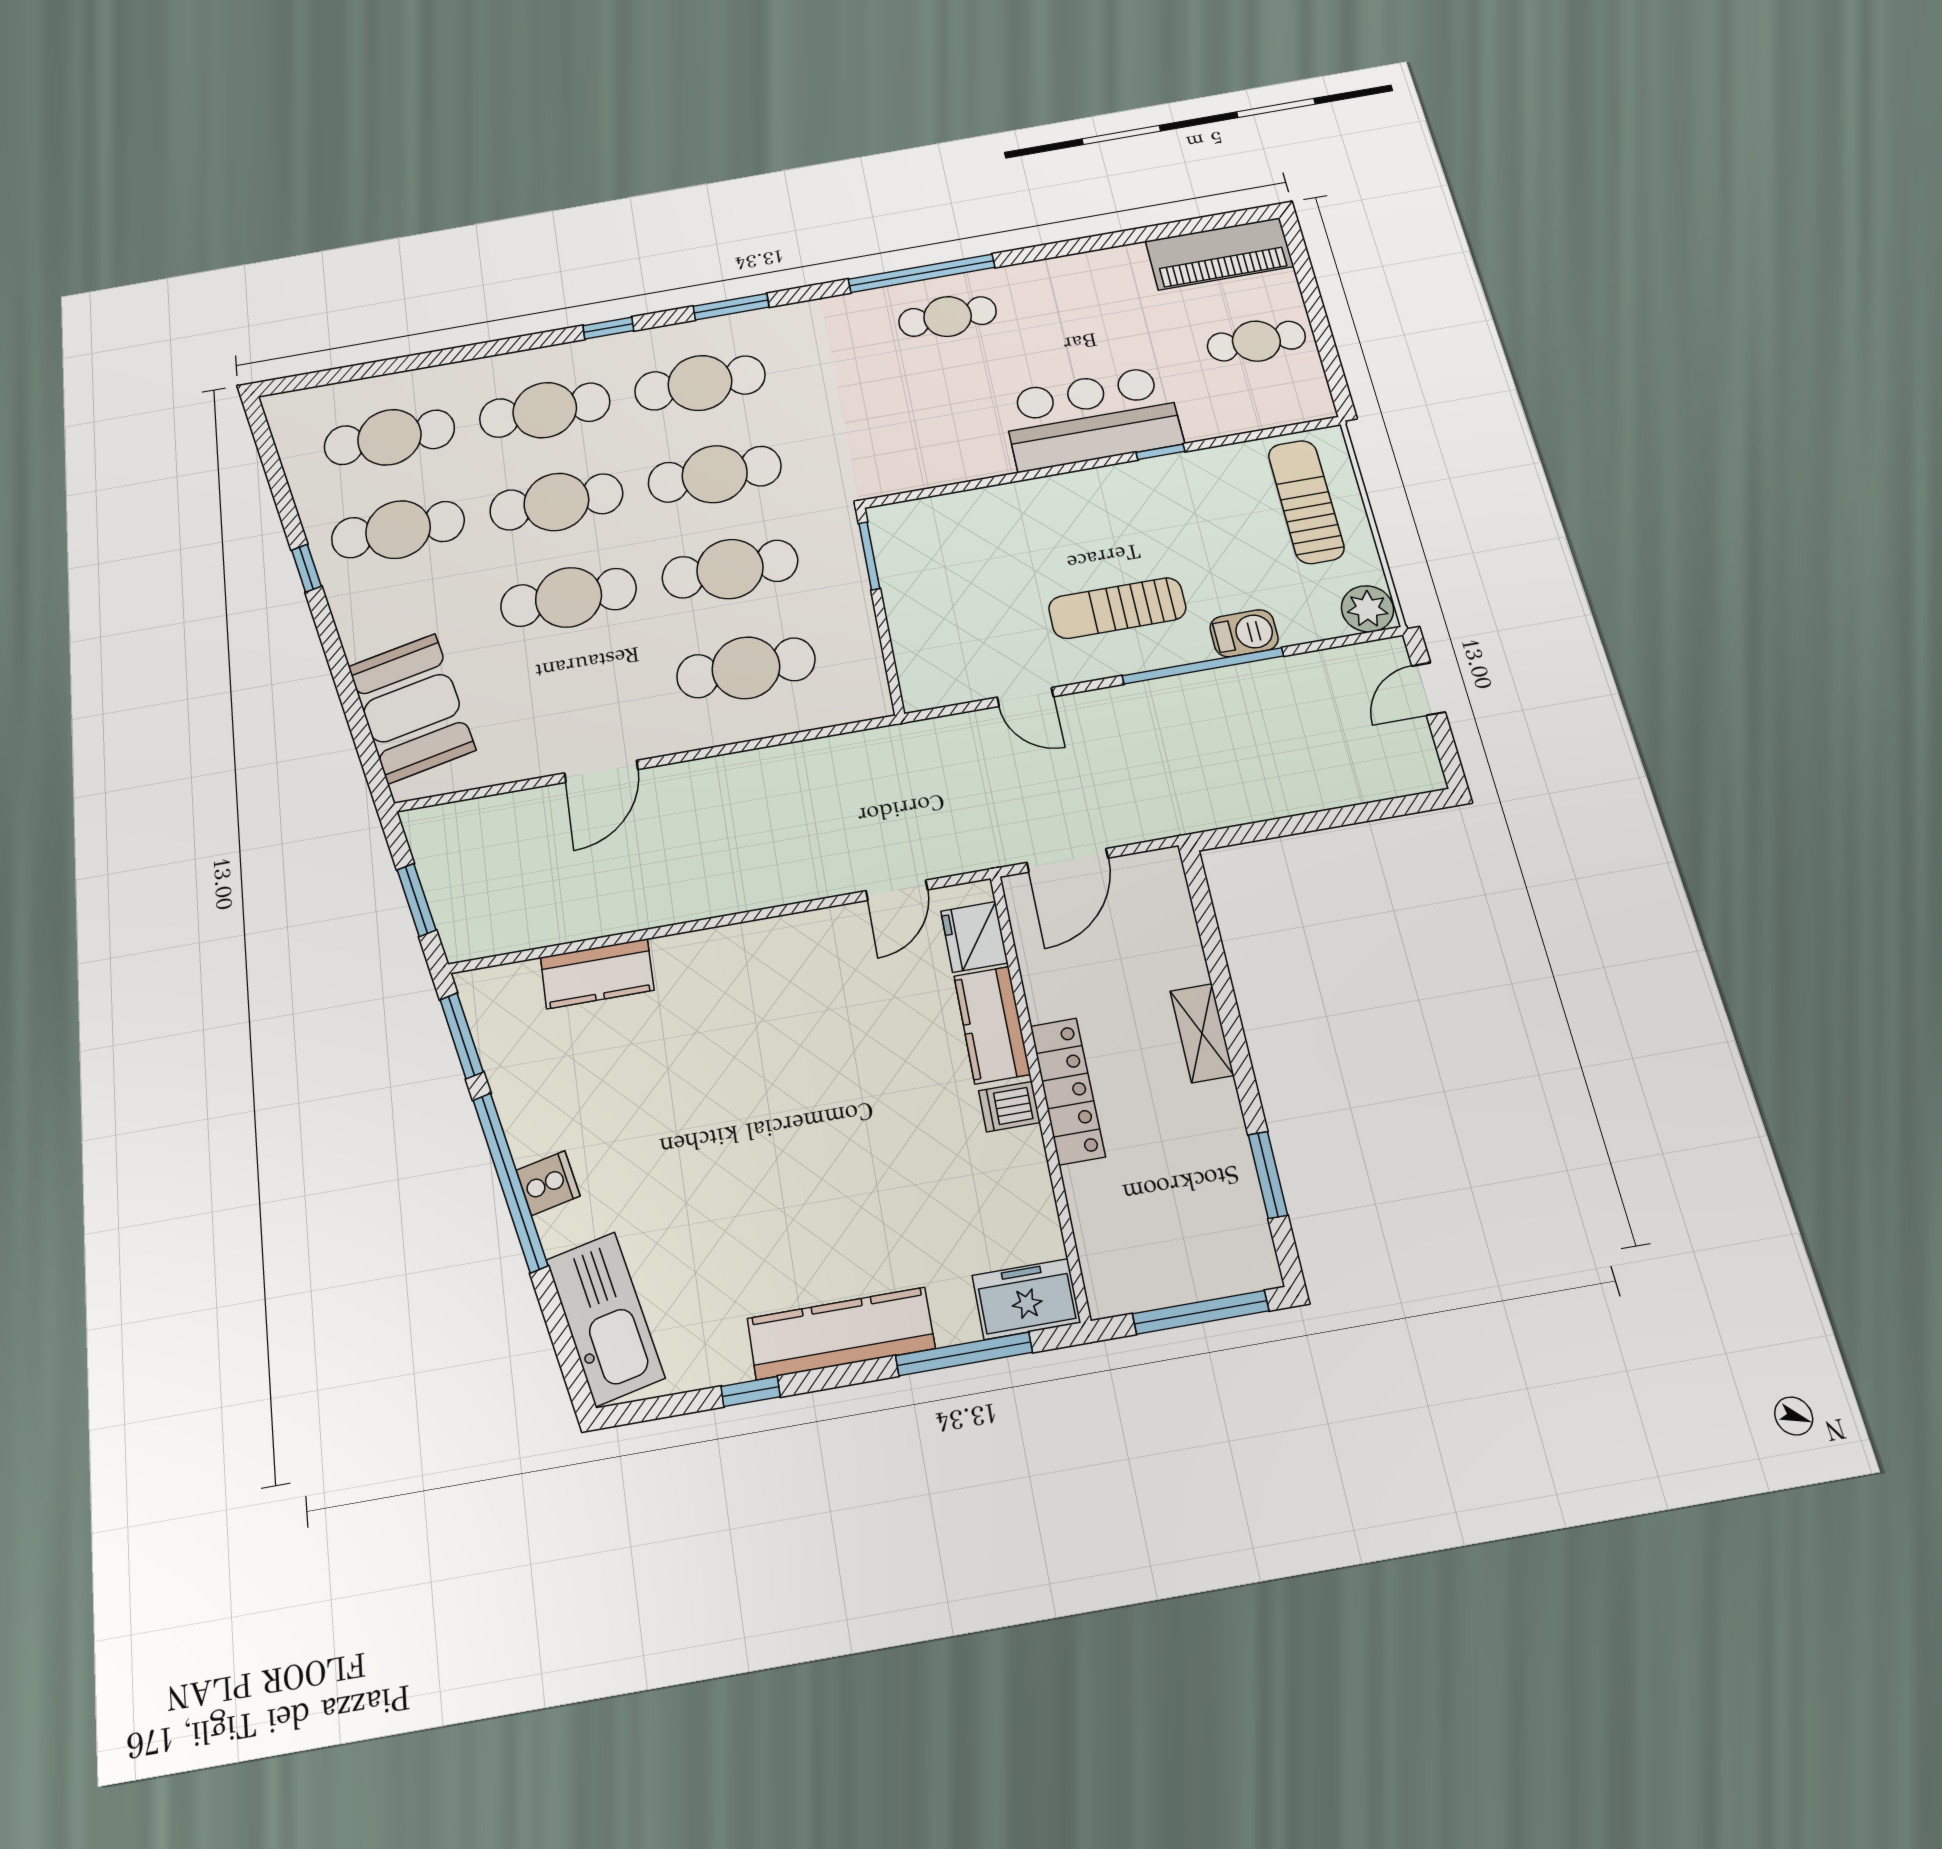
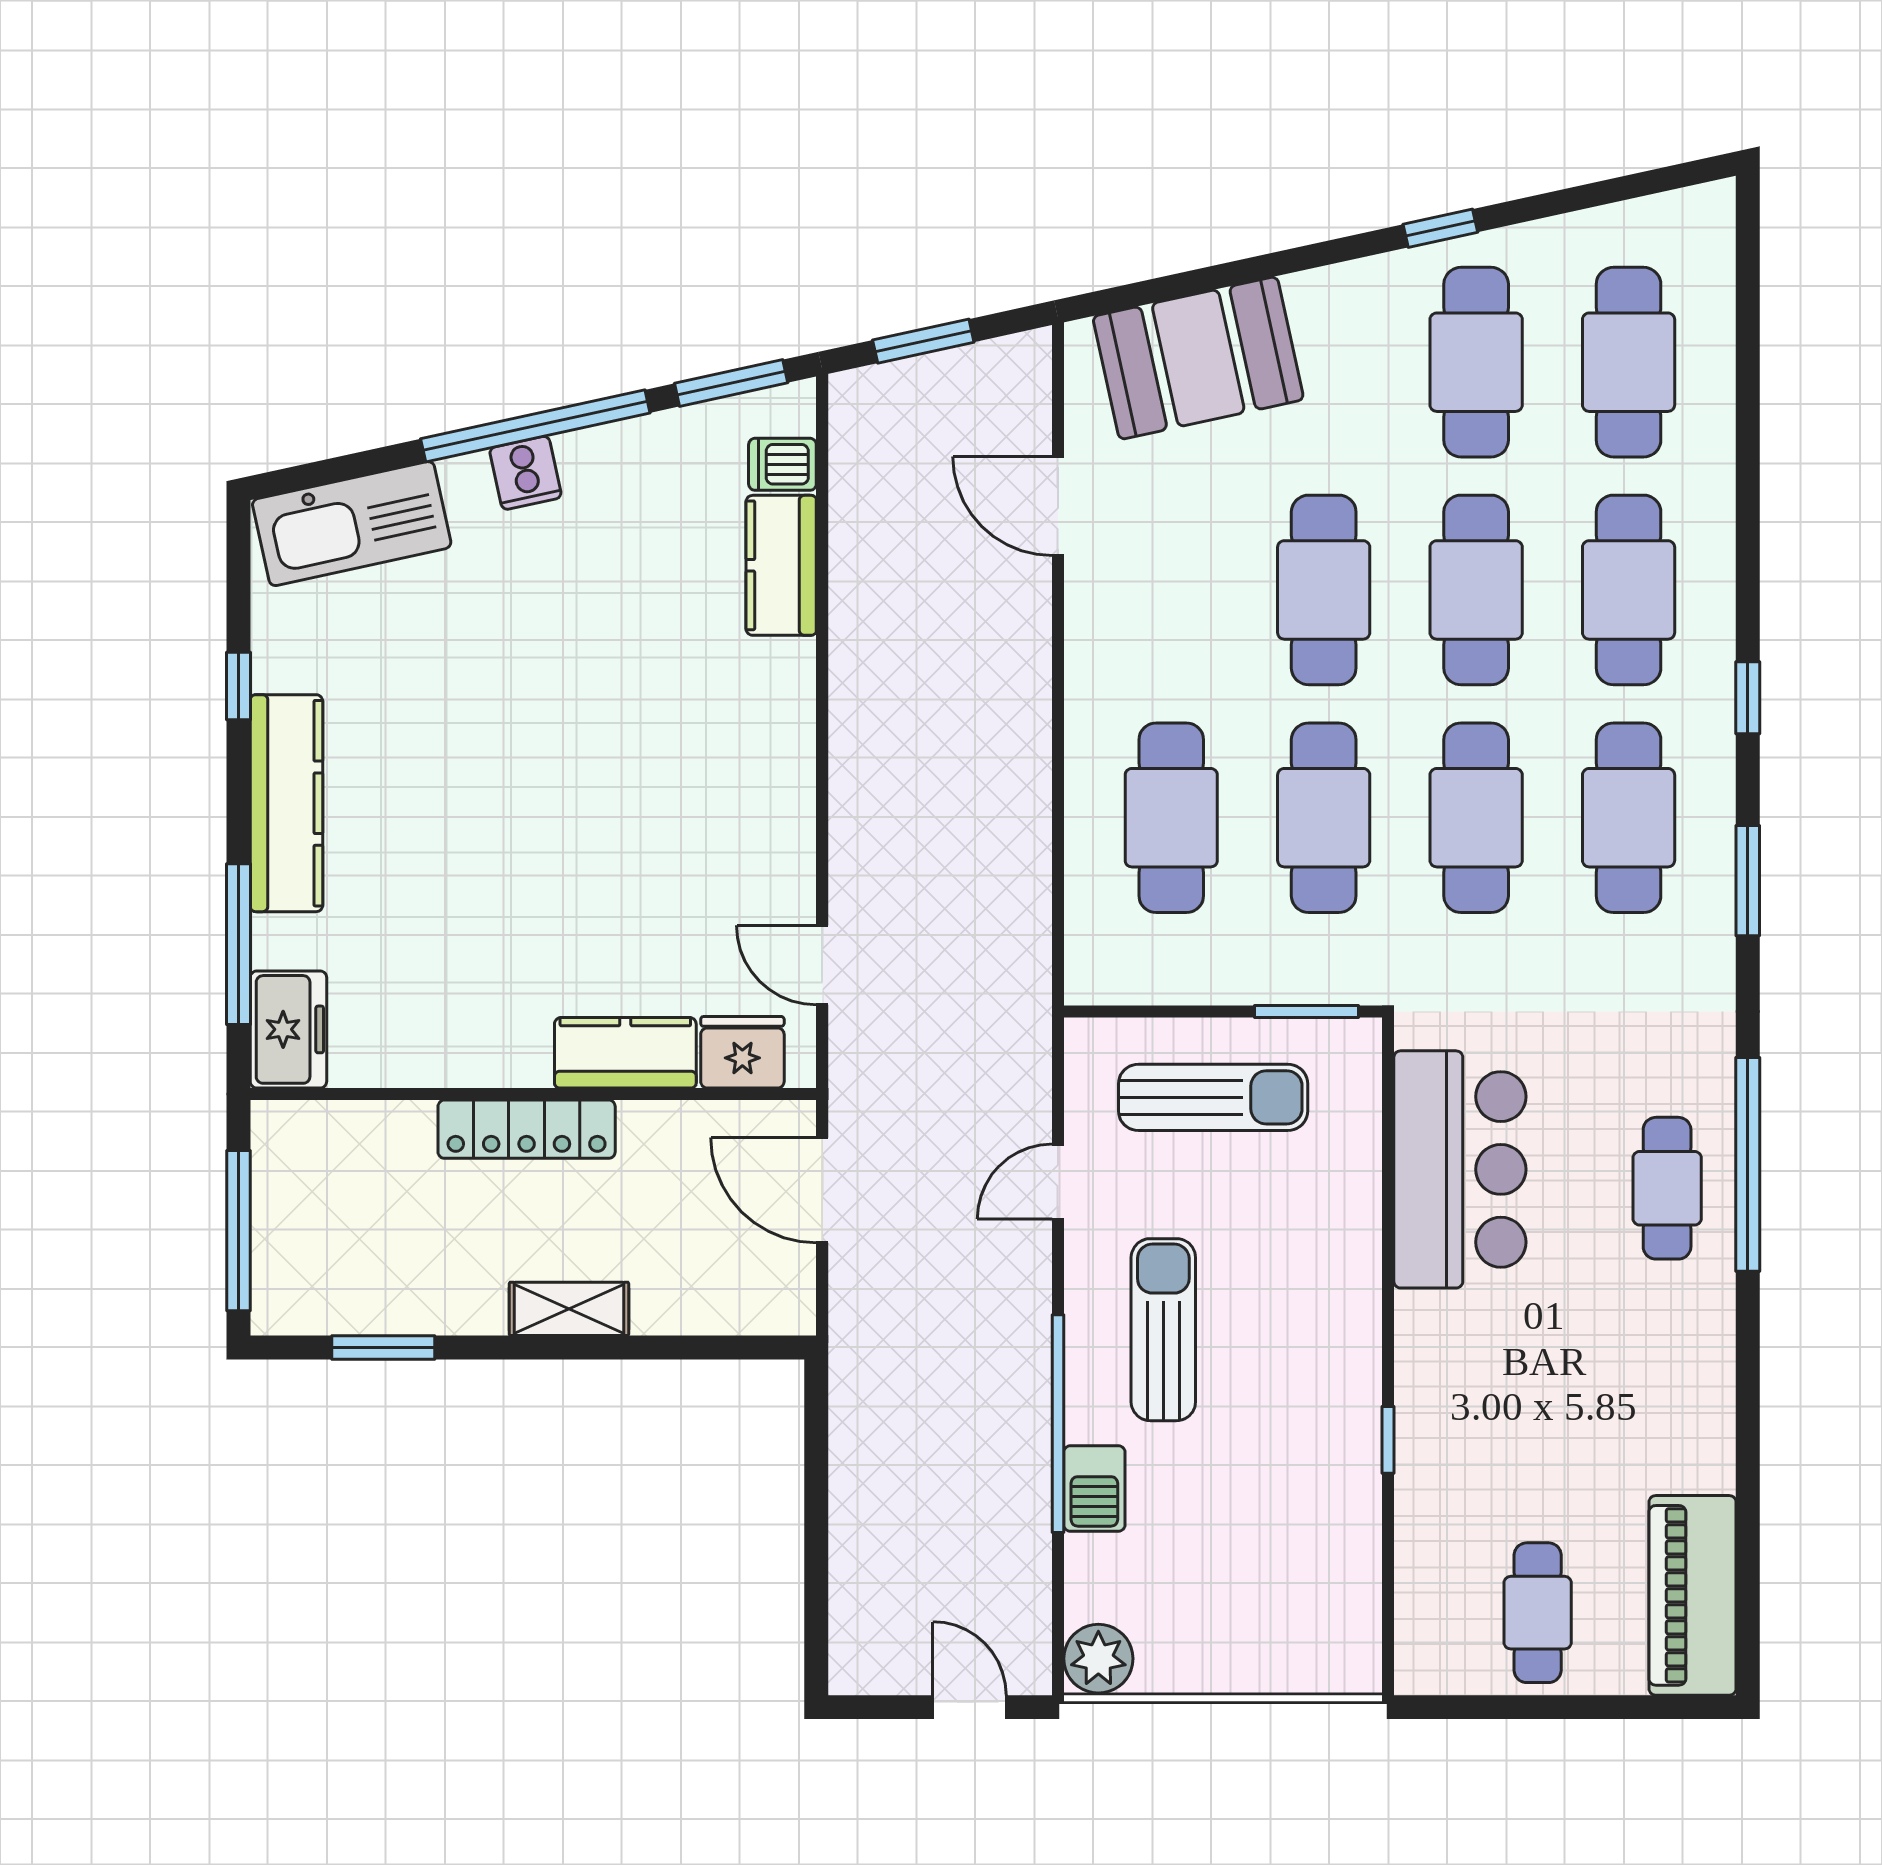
bar counter: (1092, 418) -> (1460, 1169), moved
sun lounger: (1306, 502) -> (1213, 1097), moved
door: (601, 771) -> (1058, 506), moved
dishwasher: (1009, 1107) -> (782, 464), moved, turned -90

